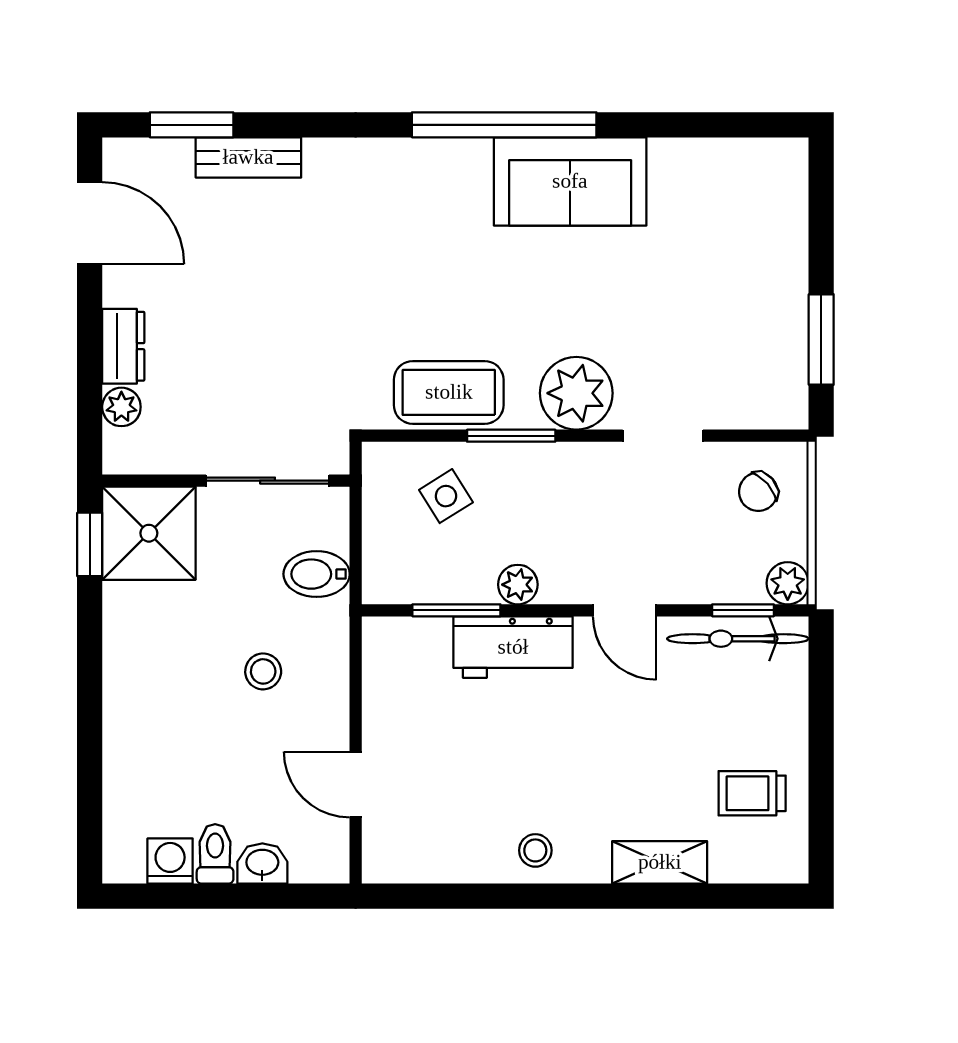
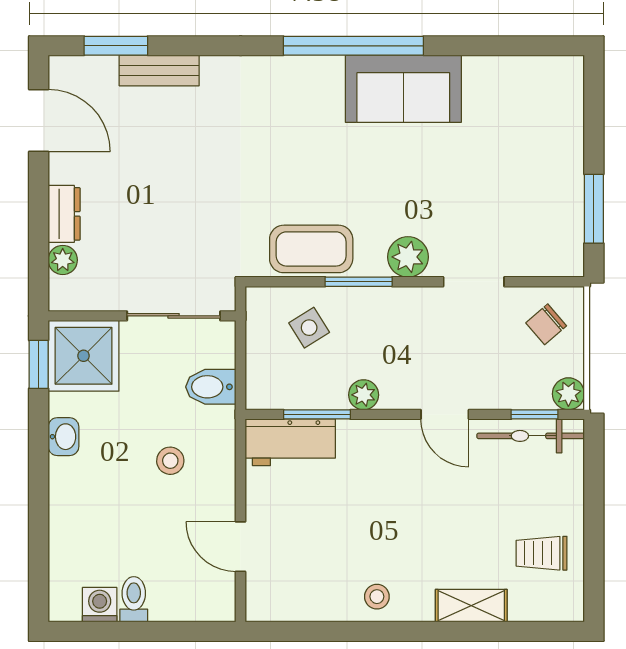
plant: (576, 393) -> (408, 257), width x0.73, depth x0.73
workbench: (513, 647) -> (290, 442), moved
washbasin: (262, 864) -> (63, 437), moved, turned 90

